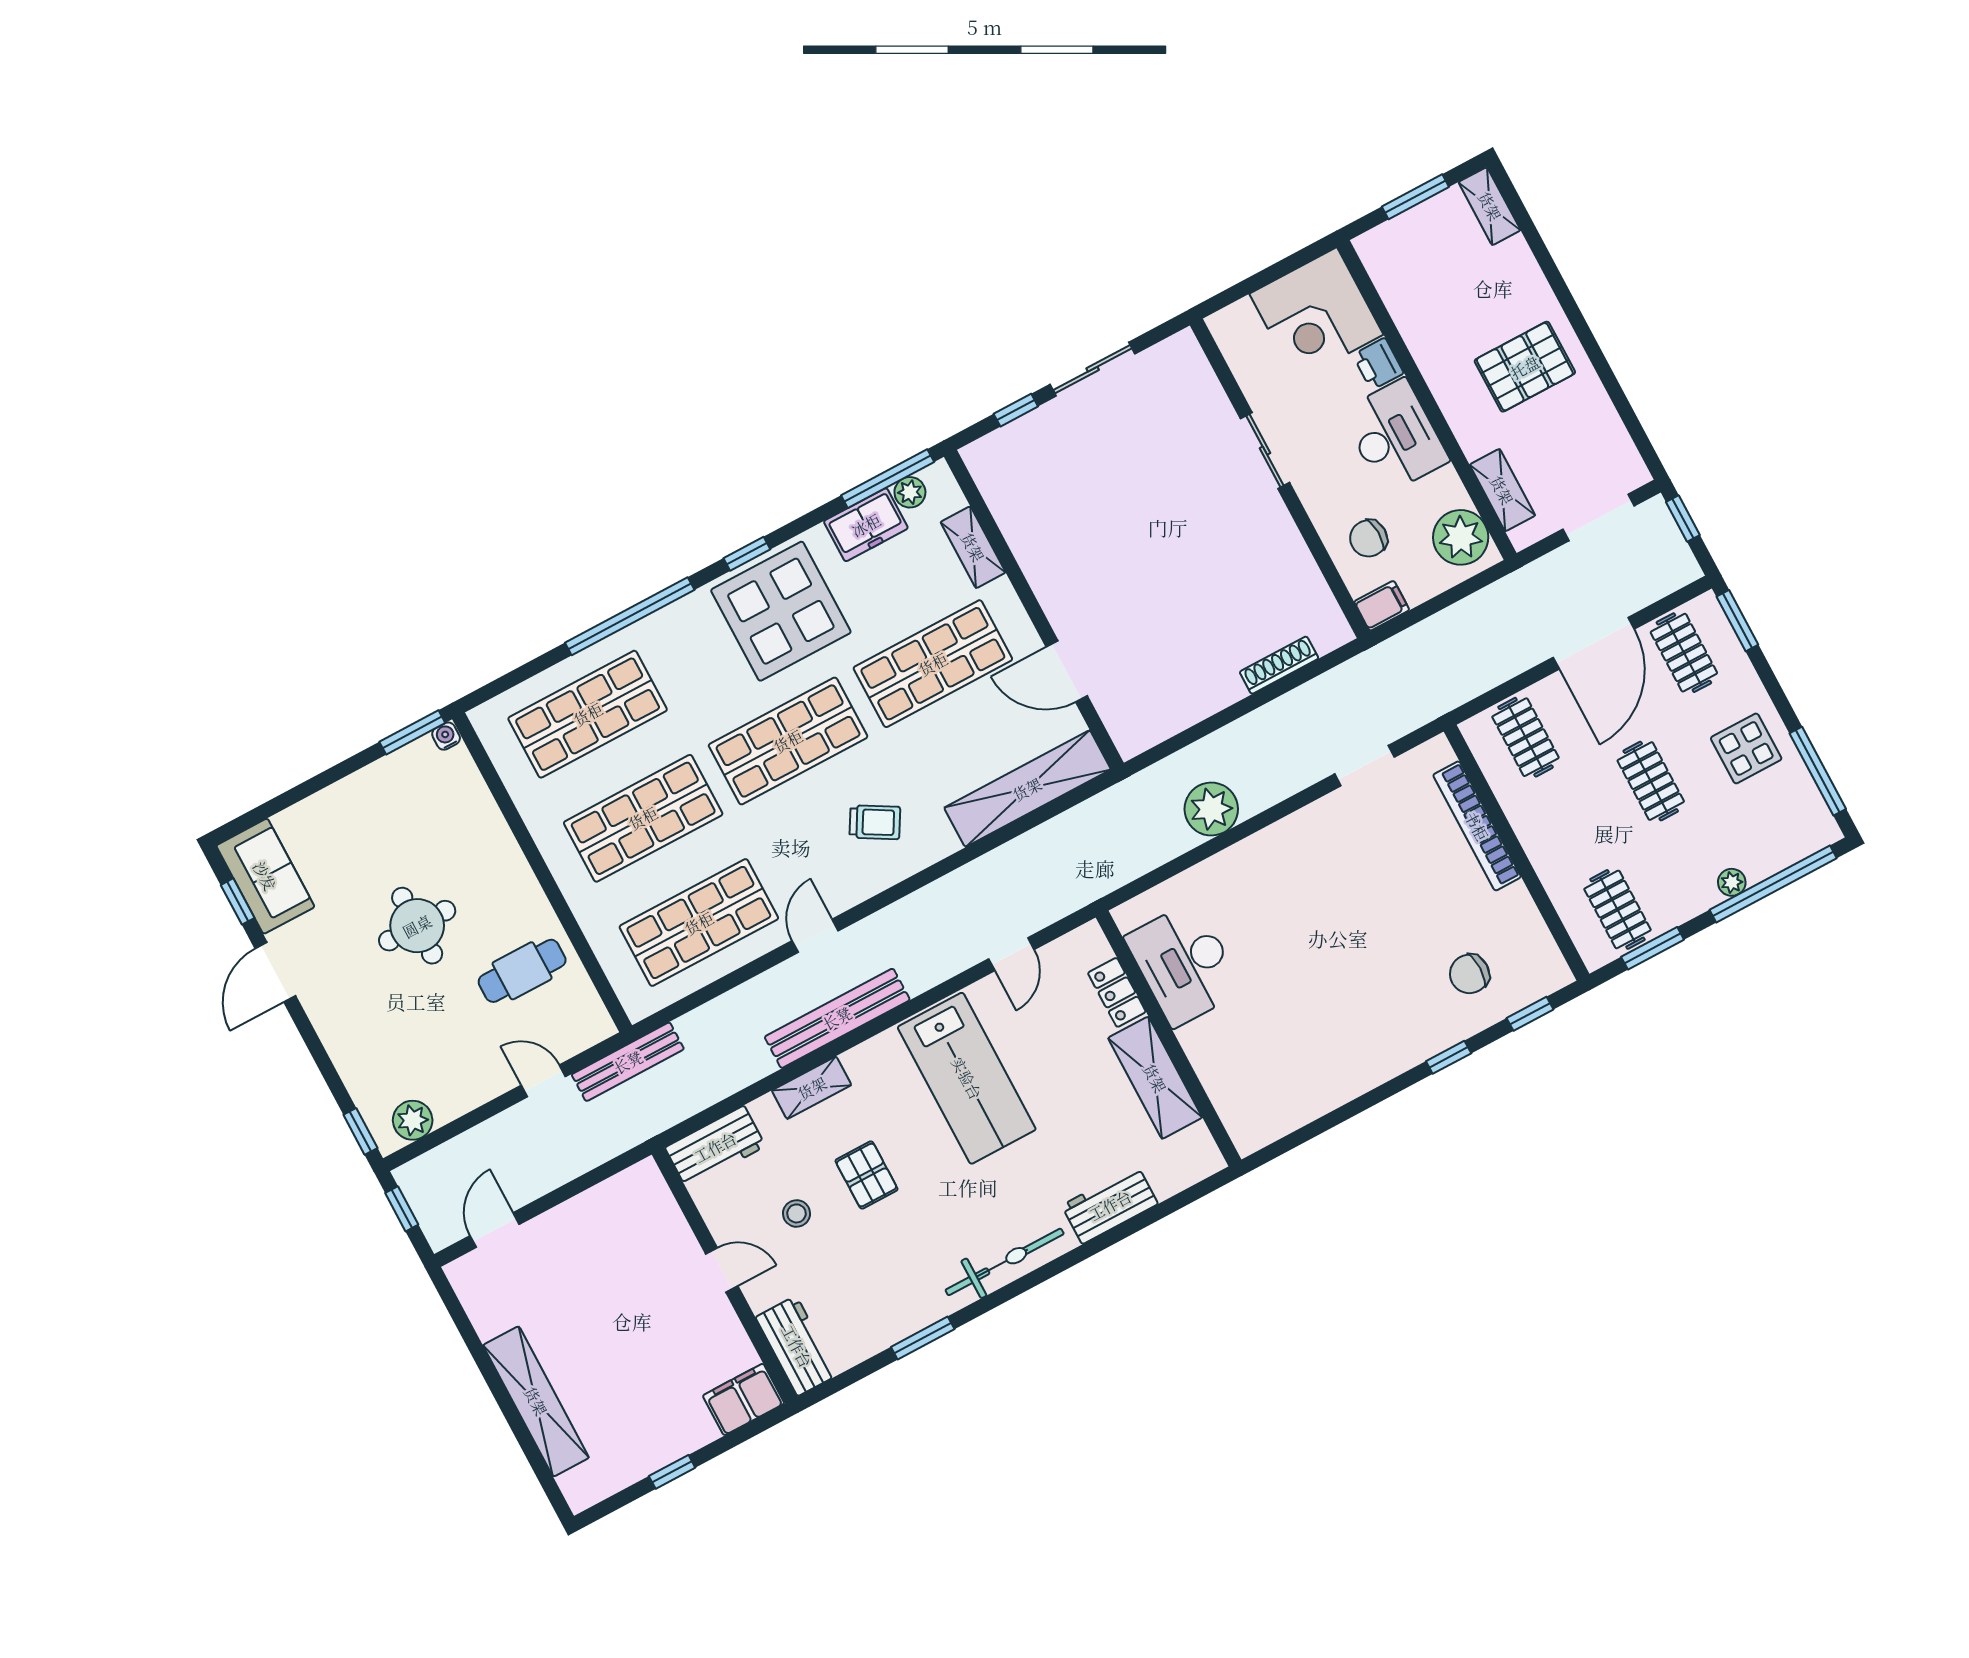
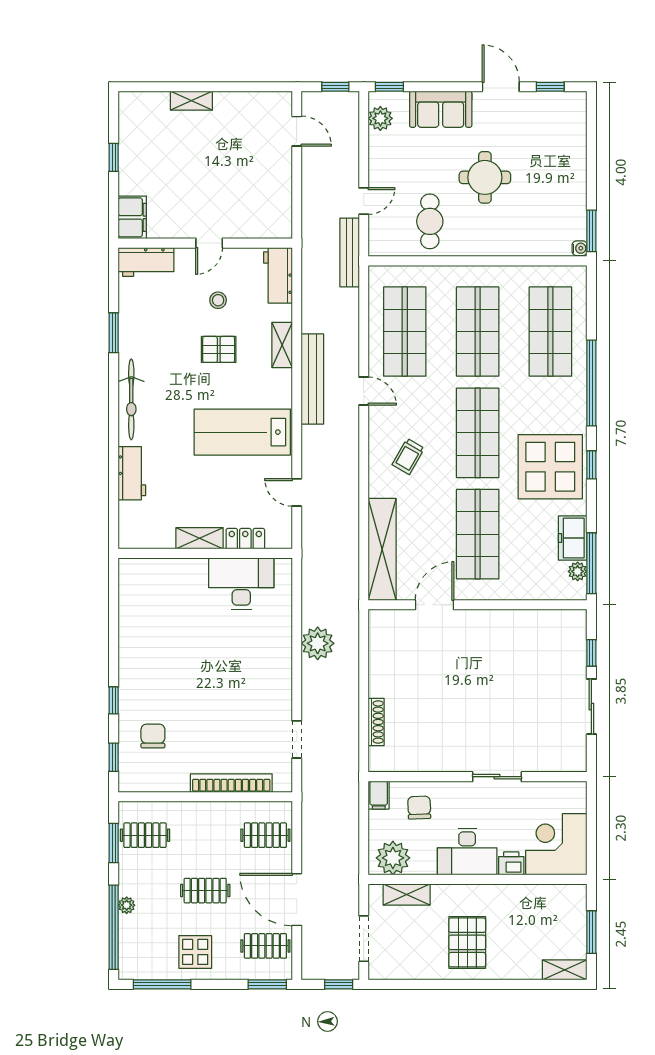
shelving: (973, 547) -> (529, 590), removed
sofa: (265, 876) -> (441, 109), moved
shelving: (1155, 1078) -> (200, 538), width x0.67, depth x0.75
shelving: (536, 1401) -> (191, 101), width x0.45, depth x0.75

